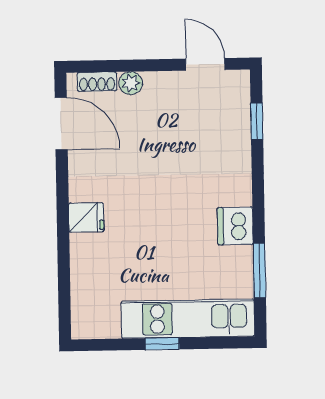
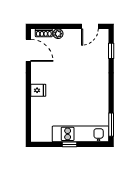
door: (205, 64) -> (90, 26), swing flipped
dishwasher: (235, 226) -> (101, 95), removed
window: (259, 271) -> (111, 125), moved

